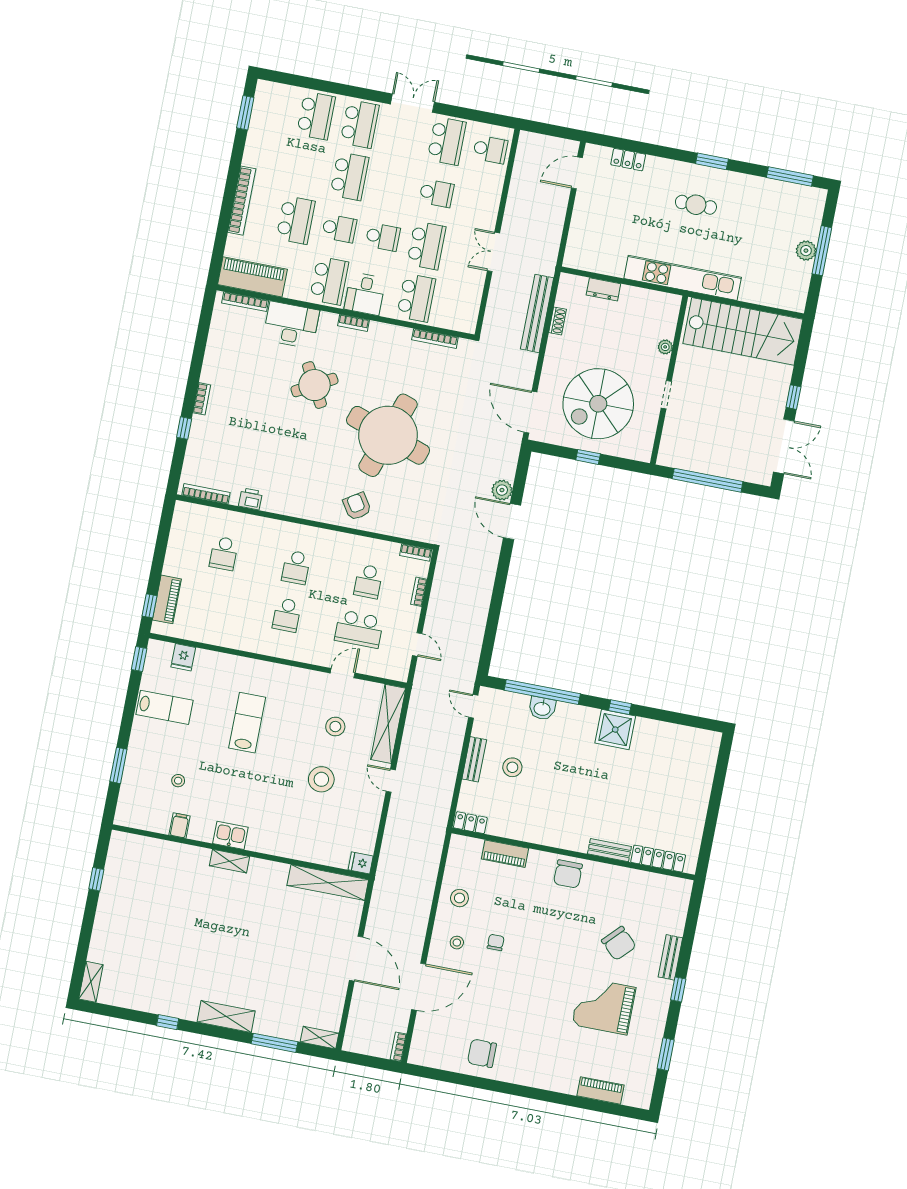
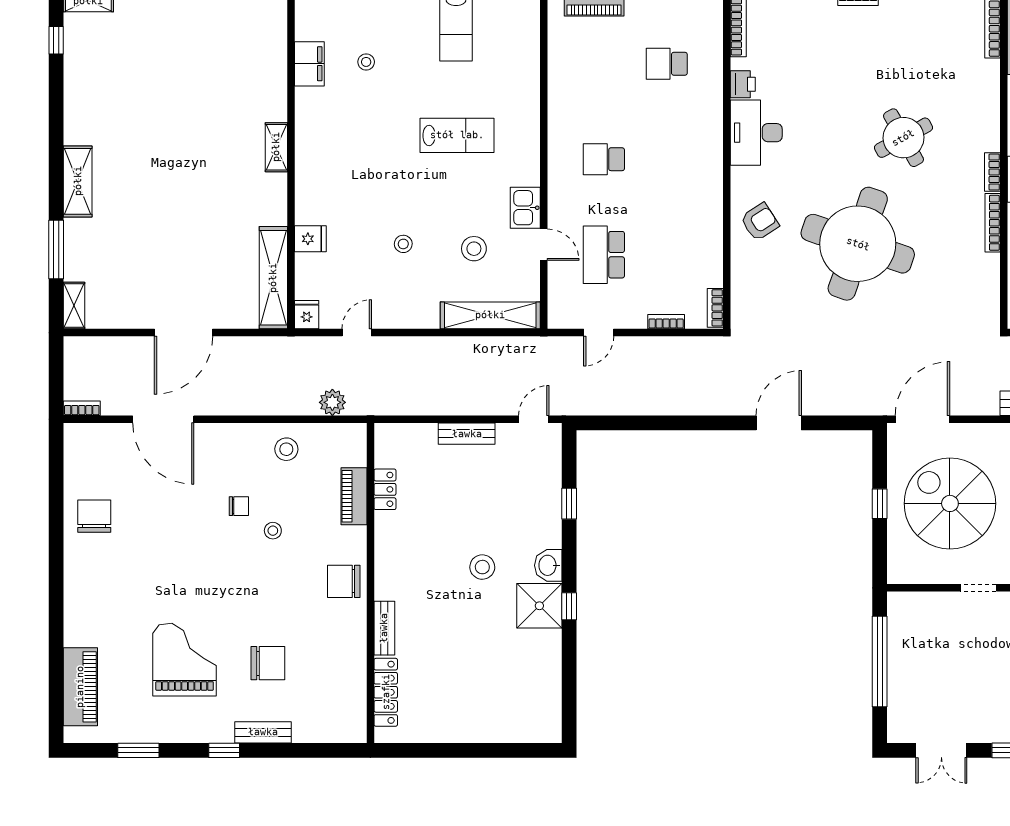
desk: (291, 325) -> (756, 133), moved, turned 180
bookcase: (435, 338) -> (993, 223), moved
double door: (784, 446) -> (941, 750), width x0.73
plant: (502, 490) -> (332, 402), moved
school desk: (296, 567) -> (667, 159), removed
school desk: (368, 581) -> (667, 255), removed
fridge: (183, 657) -> (310, 239), moved, turned 180
window: (542, 692) -> (569, 504), width x0.32
washbasin: (542, 708) -> (548, 565), moved
stool: (512, 767) -> (482, 567), moved
stool: (321, 779) -> (403, 244), width x0.53, depth x0.53
door: (391, 781) -> (357, 333), moved
locker: (470, 823) -> (385, 489), moved
filing cabinet: (180, 825) -> (309, 64), width x2.00
kitchen sink: (230, 835) -> (525, 208), moved, turned 180
stool: (457, 943) -> (273, 531), moved
chair: (619, 943) -> (268, 663), turned -134
window: (168, 1022) -> (56, 40), moved
piano: (600, 1090) -> (80, 687), width x1.37, depth x1.33

